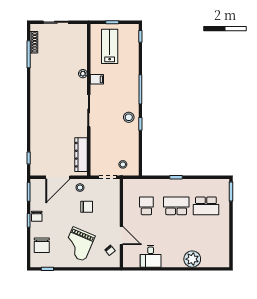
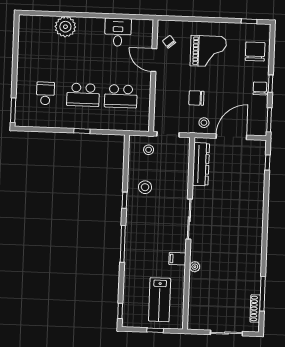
stool: (129, 117) -> (145, 187), moved
school desk: (146, 206) -> (121, 96), width x1.85
school desk: (206, 206) -> (45, 93), width x0.54
grand piano: (79, 244) -> (208, 51), turned 67

